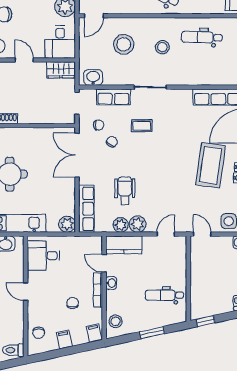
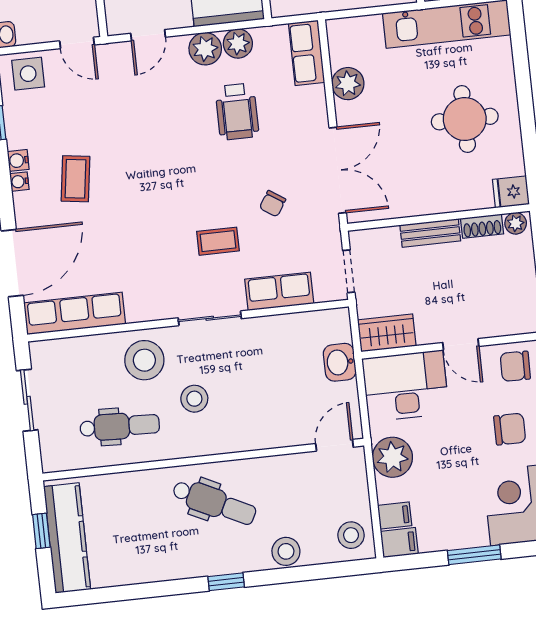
desk: (60, 42) -> (406, 386), width x1.37
stool: (124, 44) -> (144, 360), moved
washbasin: (93, 78) -> (340, 362), moved, turned 90
bench: (34, 118) -> (430, 233), added
chair: (99, 125) -> (302, 234), removed
coffee table: (210, 165) -> (75, 179), width x0.54, depth x0.58
row of seats: (86, 209) -> (307, 53), width x0.68
plant: (67, 224) -> (348, 84), moved

